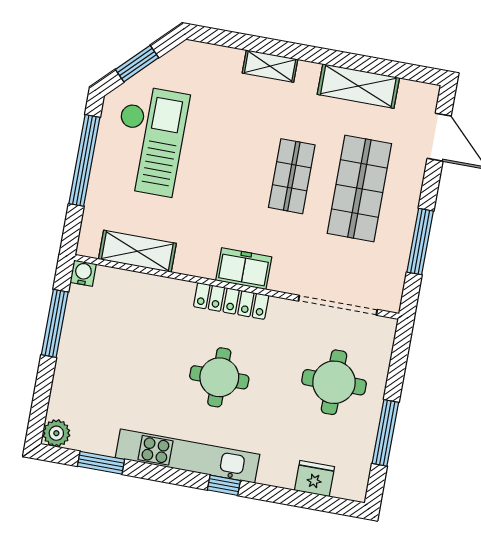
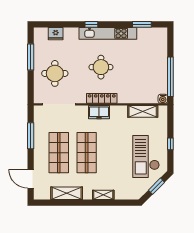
window: (84, 160) -> (170, 144), width x0.32
shop shelf: (292, 176) -> (87, 153), width x1.43, depth x1.36
window: (55, 323) -> (170, 77), width x1.46
plant: (56, 433) -> (162, 33), removed

